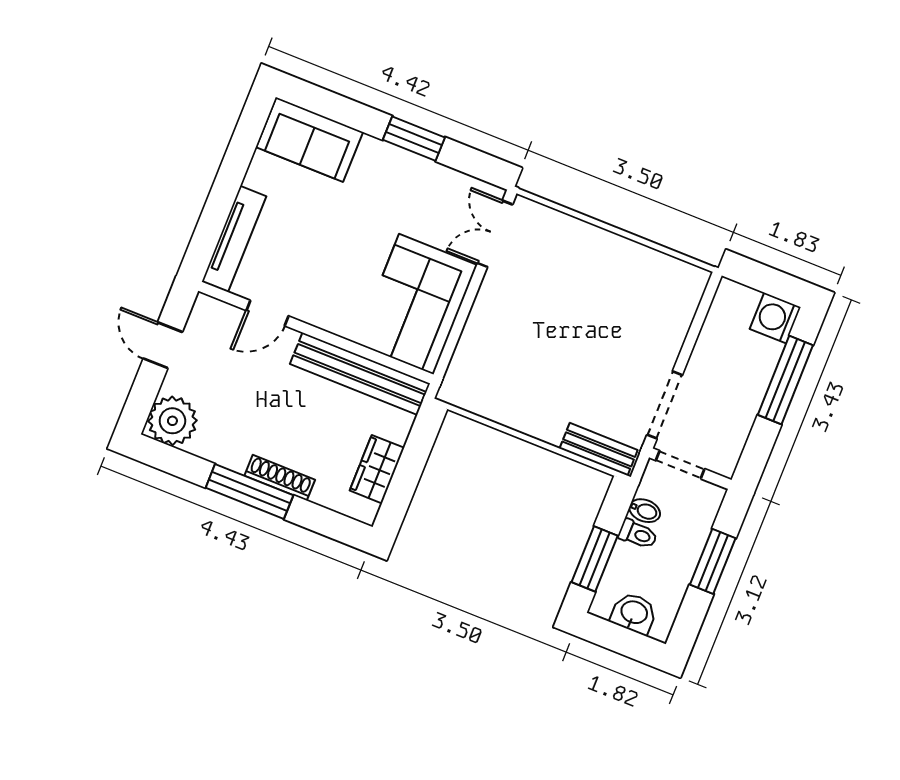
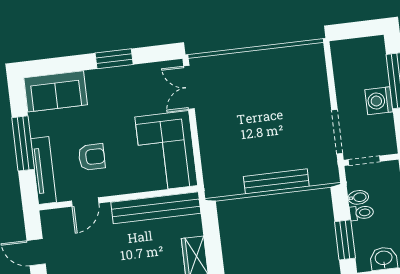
window: (226, 187) -> (23, 143), added
armchair: (310, 256) -> (92, 157), added
washing machine: (775, 318) -> (379, 101), moved
bench: (599, 449) -> (276, 181), moved, width x1.36

